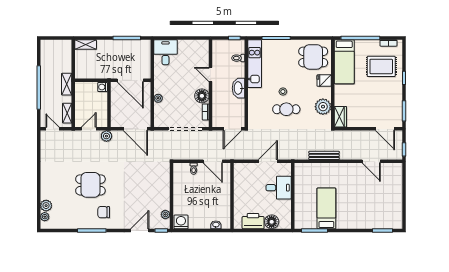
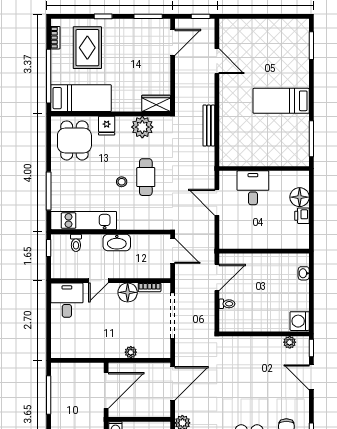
desk: (165, 52) -> (67, 300), moved, turned 90
door: (371, 161) -> (217, 61), hinge flipped
bed: (326, 208) -> (281, 101), moved
printer: (253, 221) -> (302, 216), width x0.53, depth x0.68

